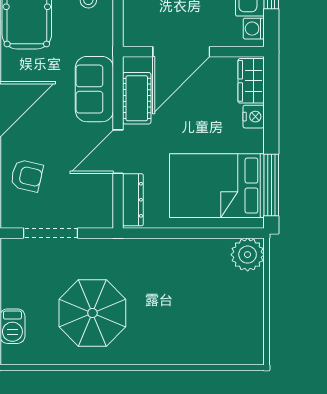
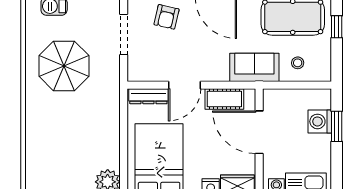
sofa: (94, 89) -> (254, 67), moved
door: (118, 152) -> (184, 85), swing flipped

